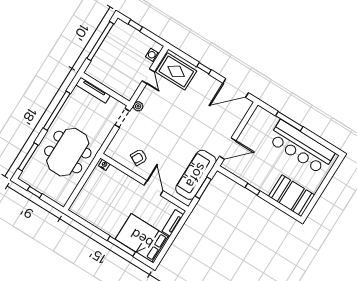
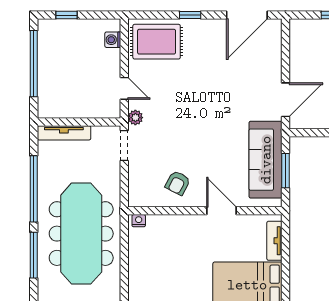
door: (148, 76) -> (124, 88), moved
meeting table: (68, 152) -> (81, 234), width x1.36
window: (28, 157) -> (34, 255), moved

